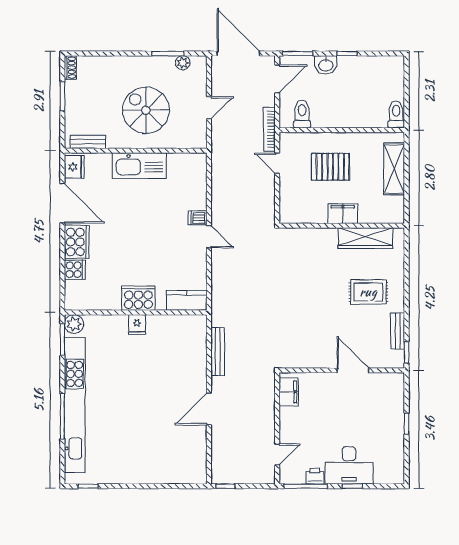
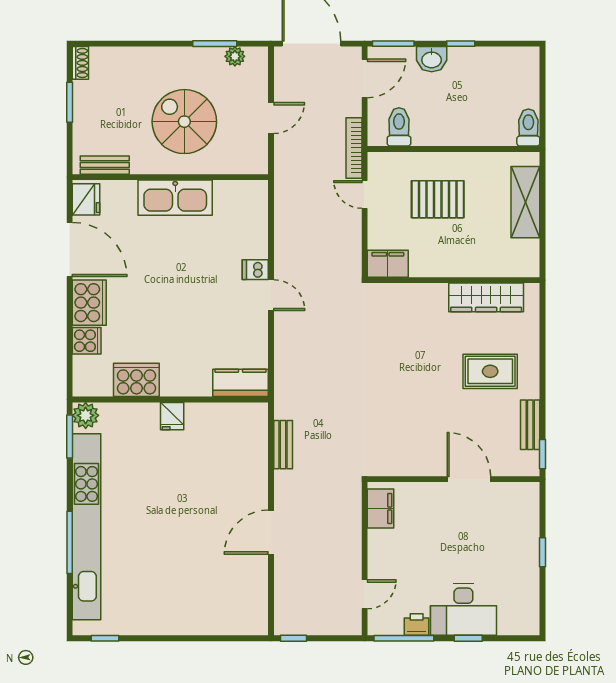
filing cabinet: (343, 214) -> (388, 264), moved
cooker: (138, 298) -> (136, 380), moved
bench: (218, 352) -> (283, 445), width x0.73

